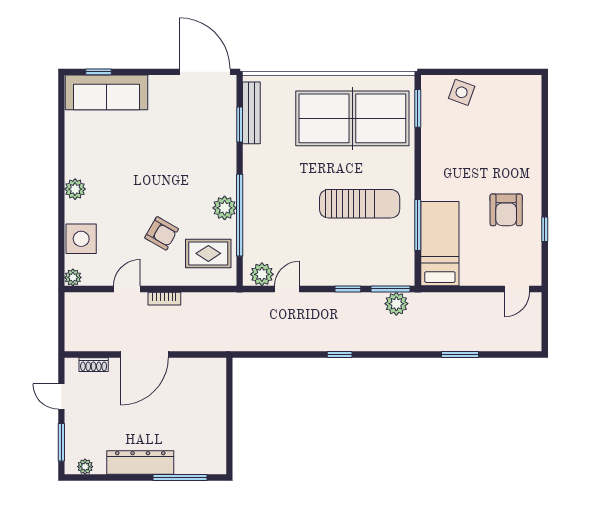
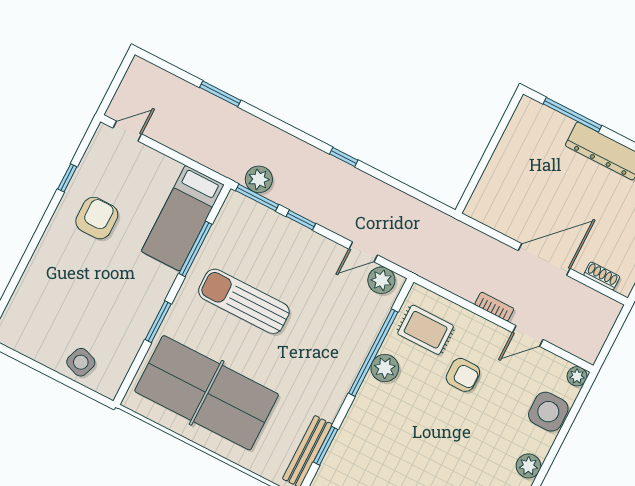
window: (418, 108) -> (158, 322), moved
armchair: (162, 233) -> (463, 375), turned 150

